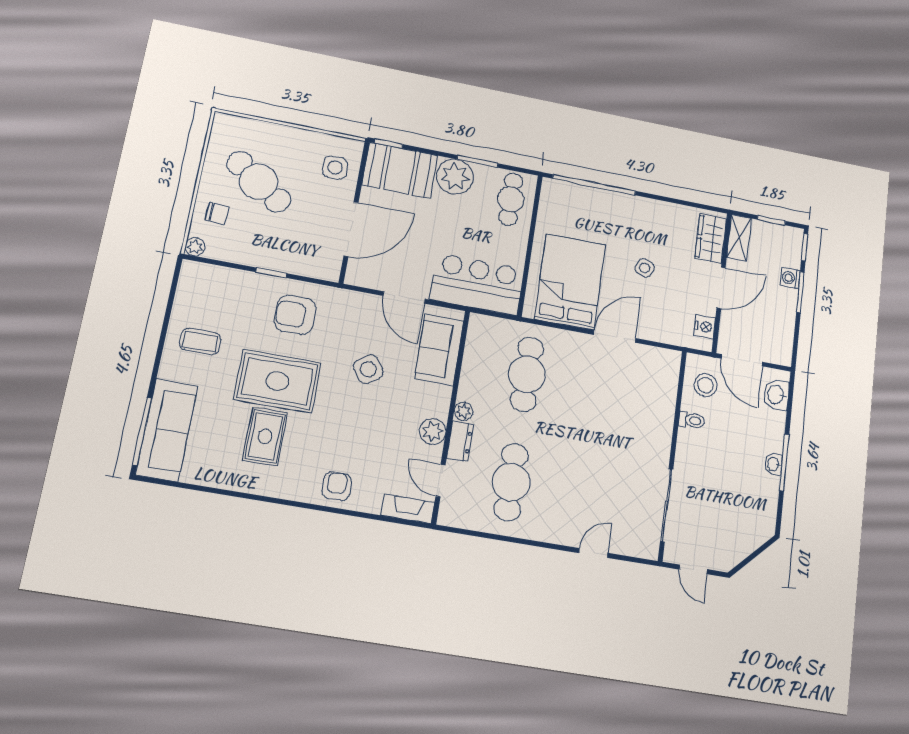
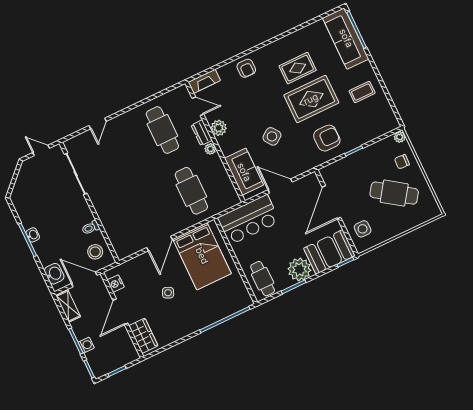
shelving: (739, 238) -> (68, 306), moved
rug: (265, 436) -> (298, 68), turned 90

